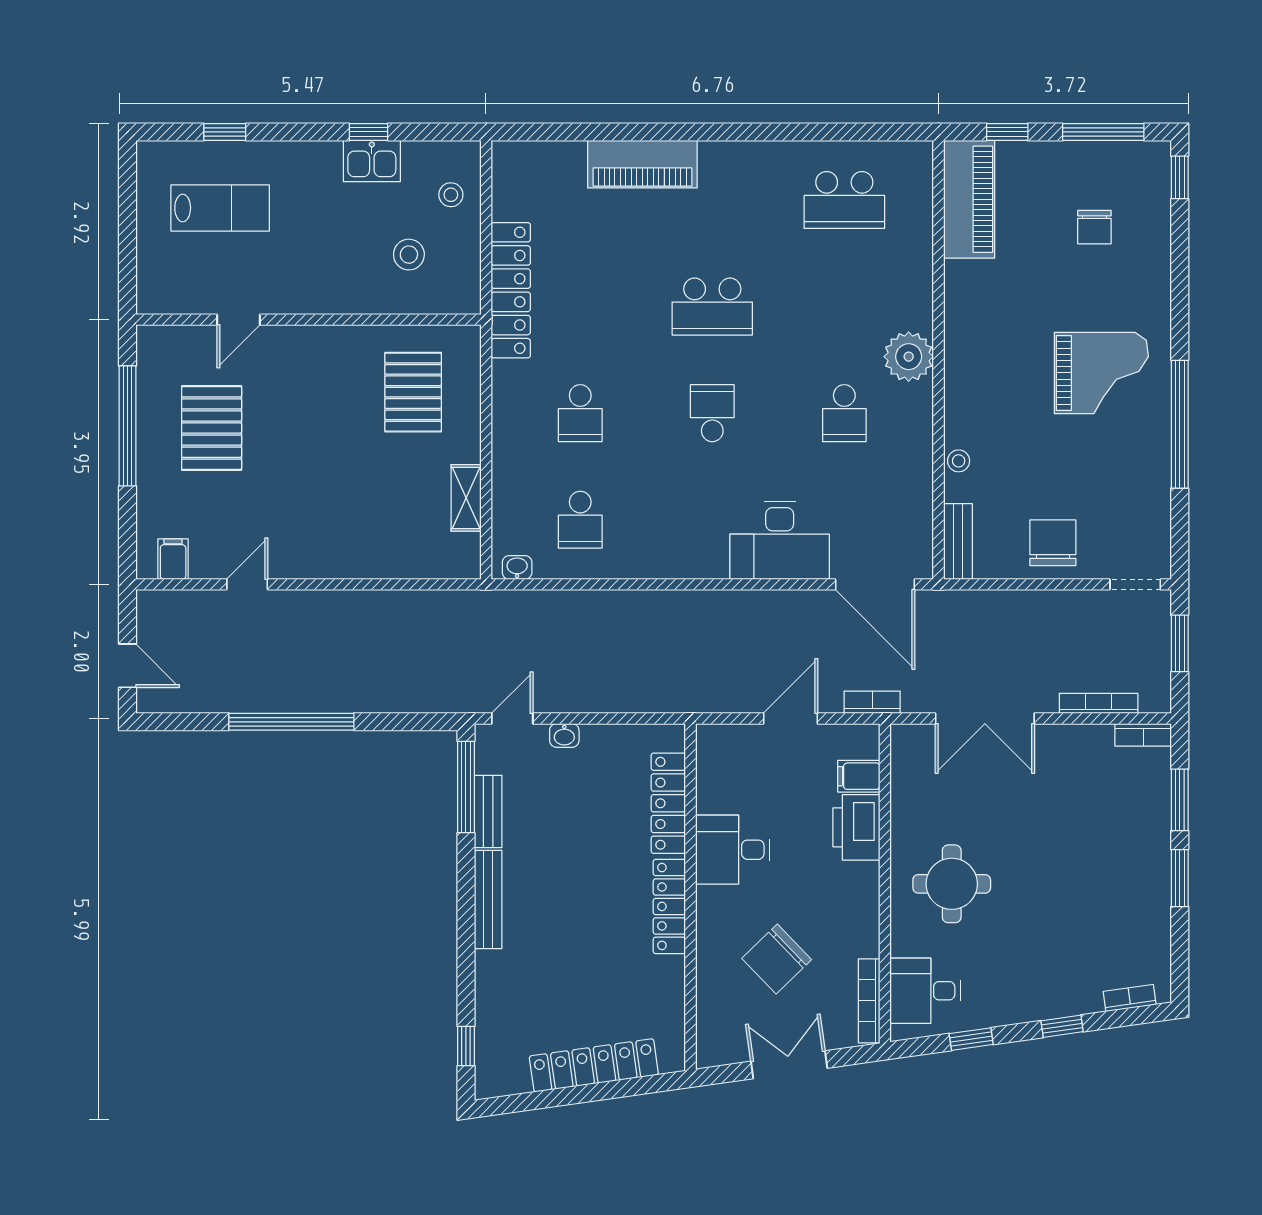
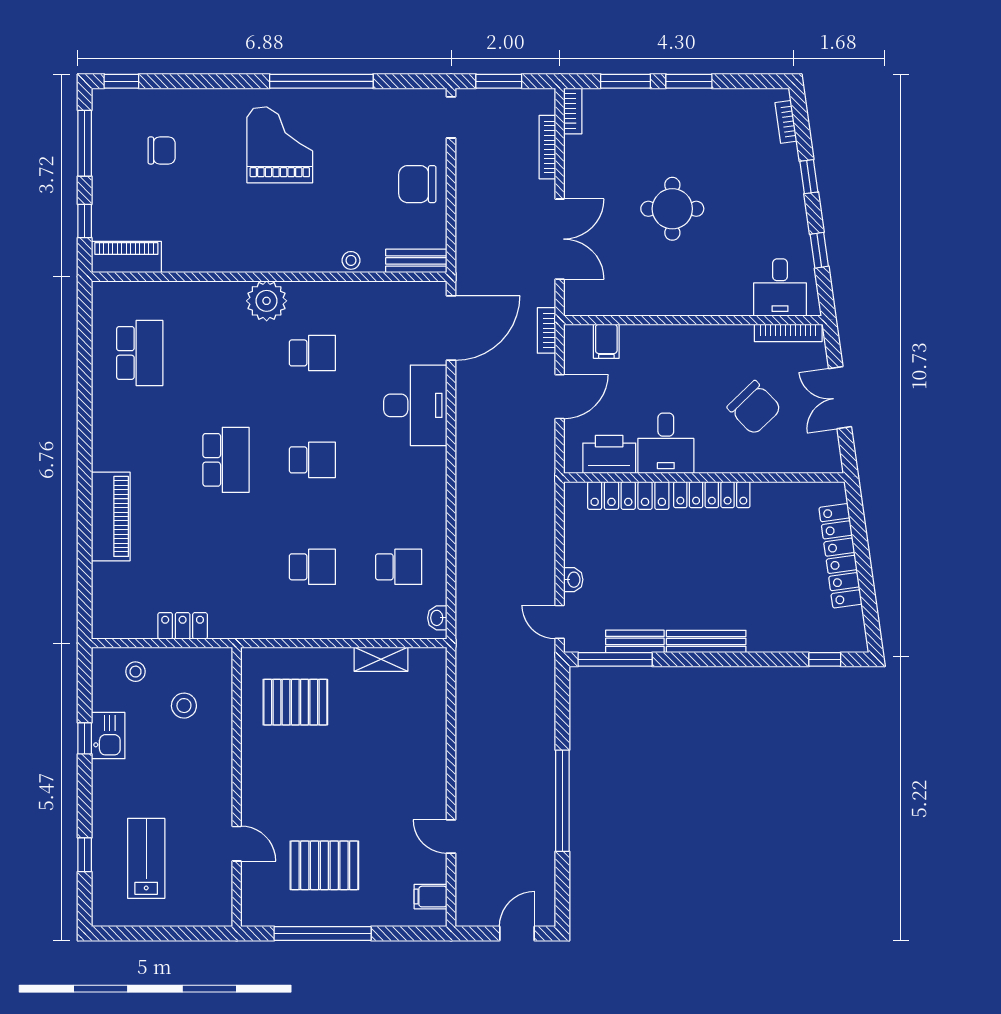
piano: (969, 199) -> (126, 257), width x0.73, depth x0.75
locker: (511, 290) -> (183, 626), width x0.46, depth x0.83
school desk: (712, 413) -> (312, 460), turned 180
door: (791, 718) -> (560, 397), swing flipped
printer: (856, 827) -> (609, 454), moved, turned 180
round table: (952, 884) -> (672, 209), moved

